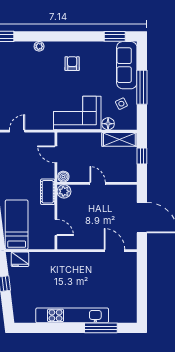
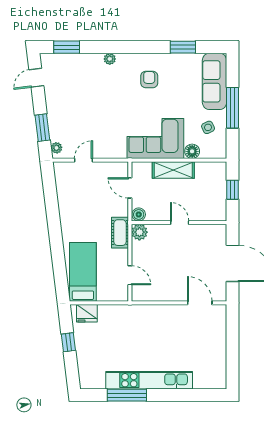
window: (115, 36) -> (183, 47), moved
shelving: (119, 139) -> (173, 170), moved
window: (101, 328) -> (127, 395), moved

